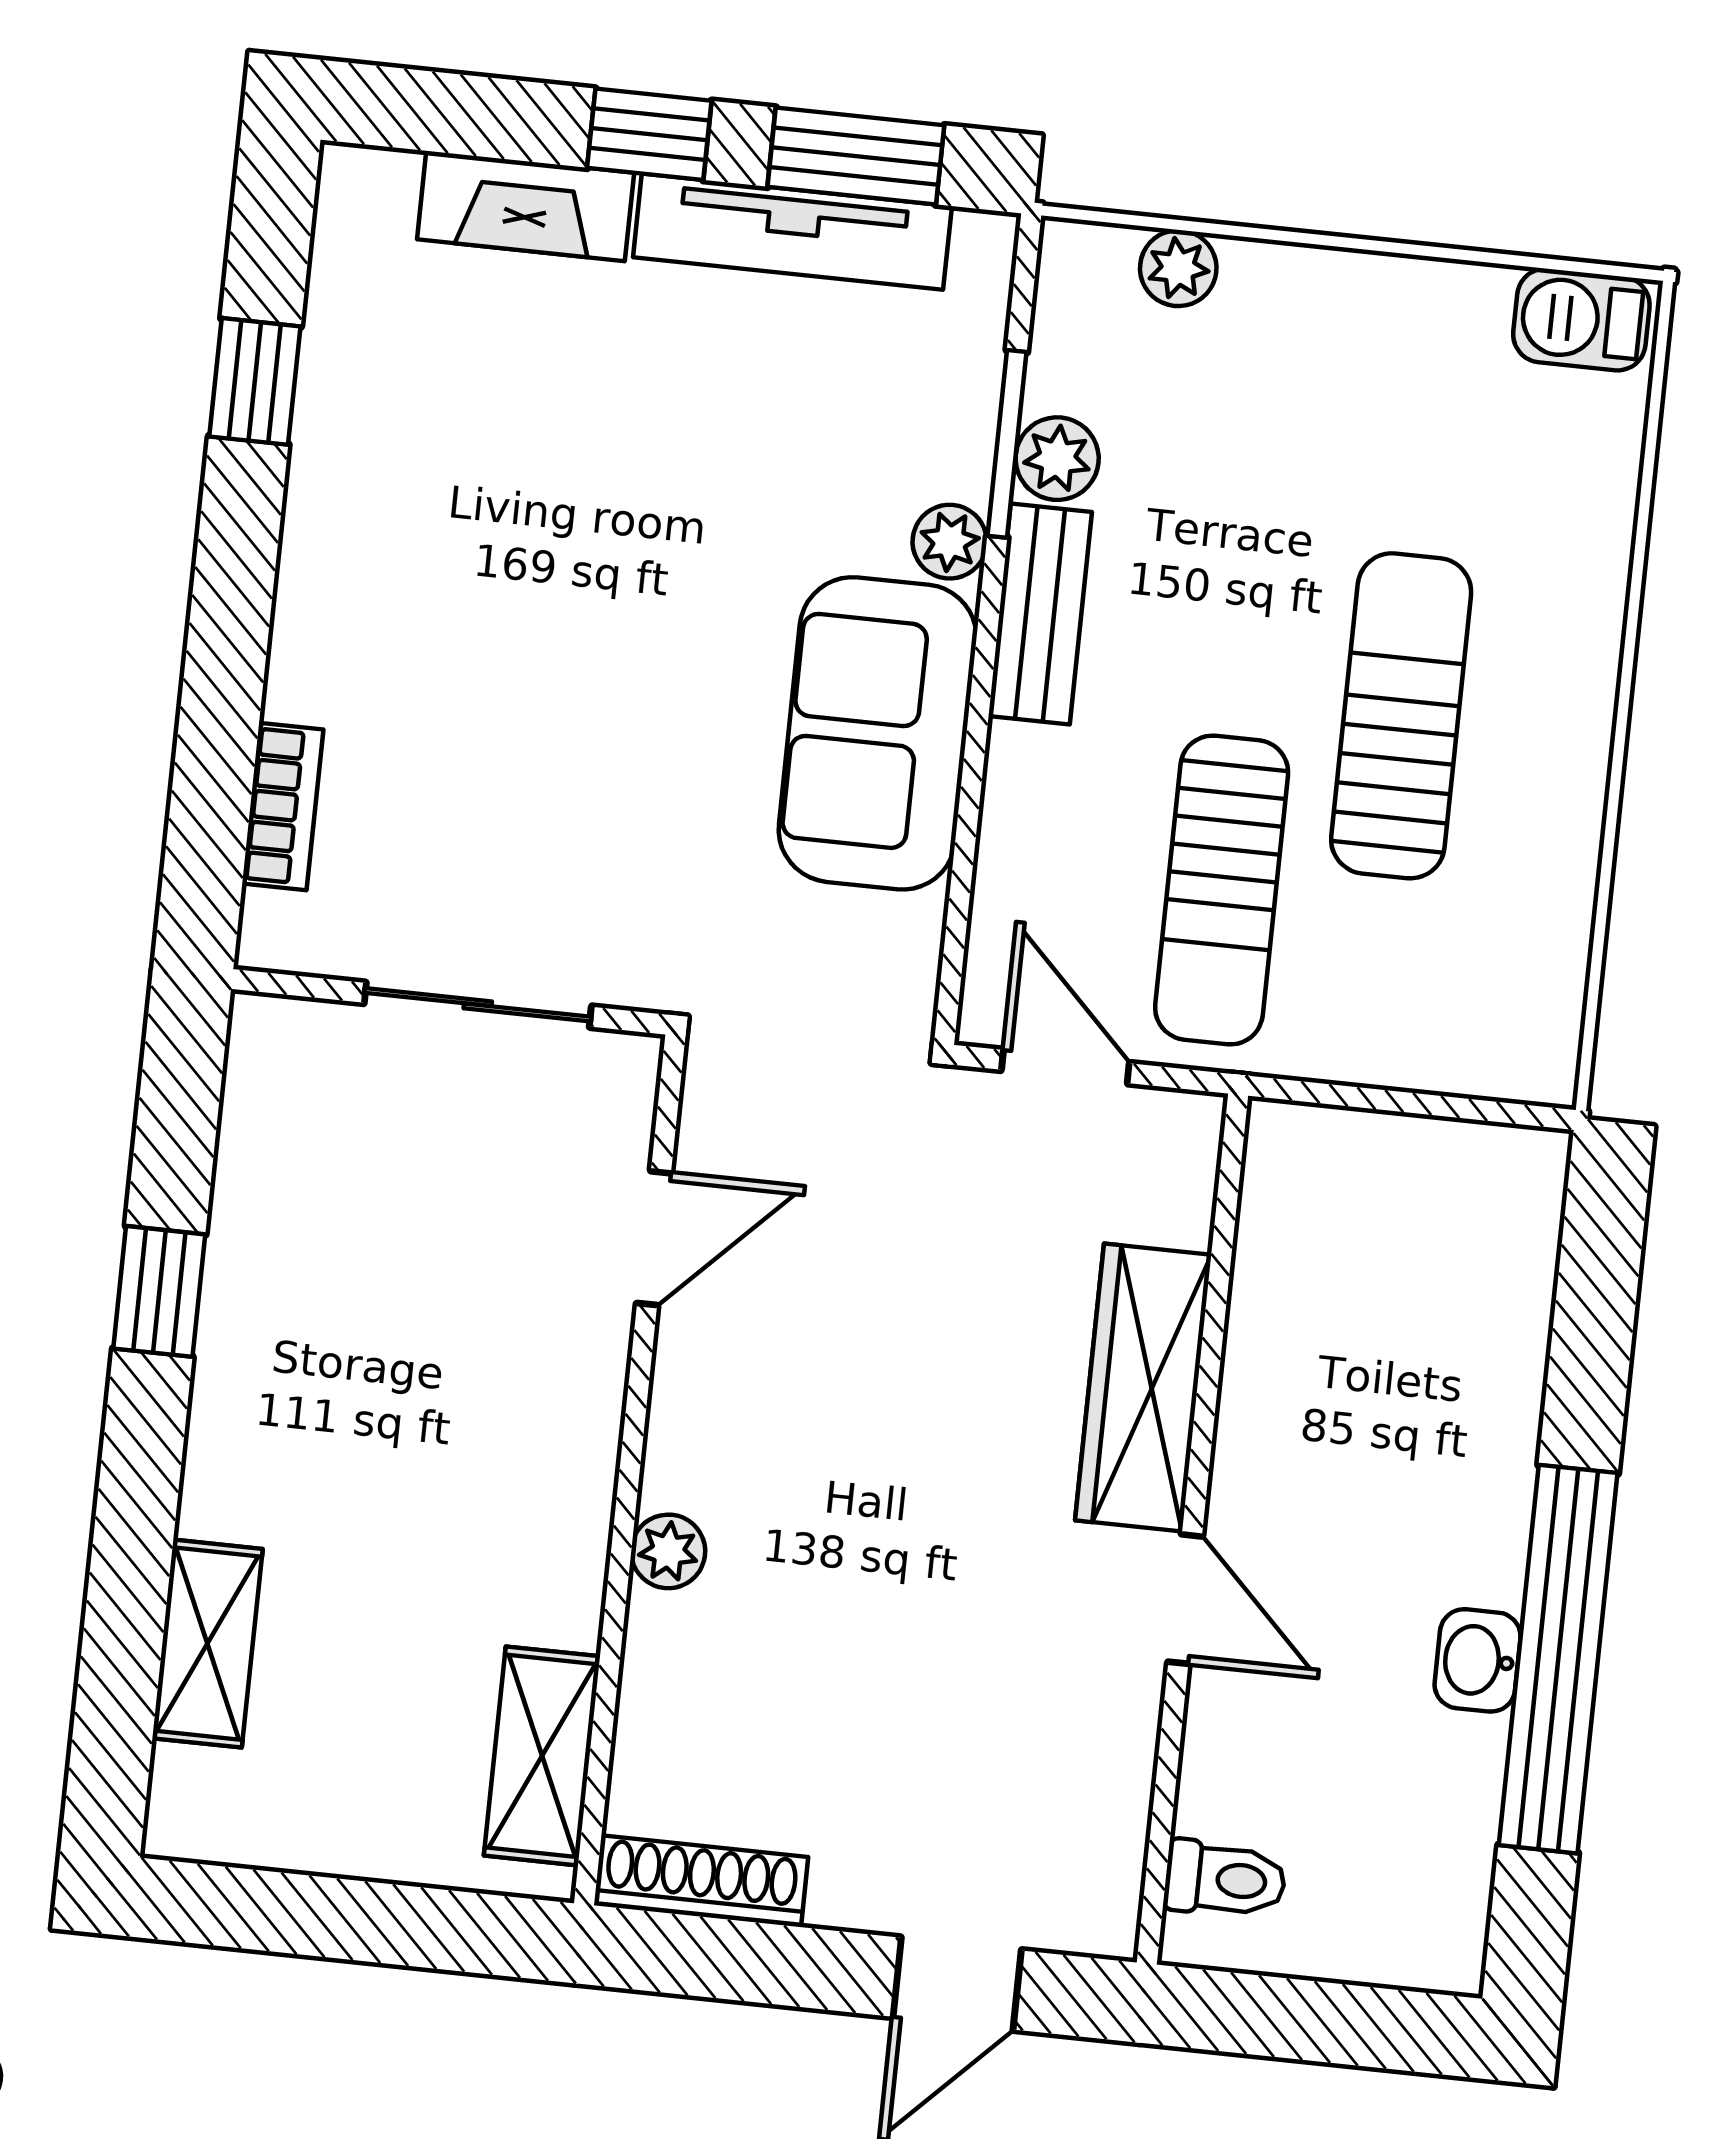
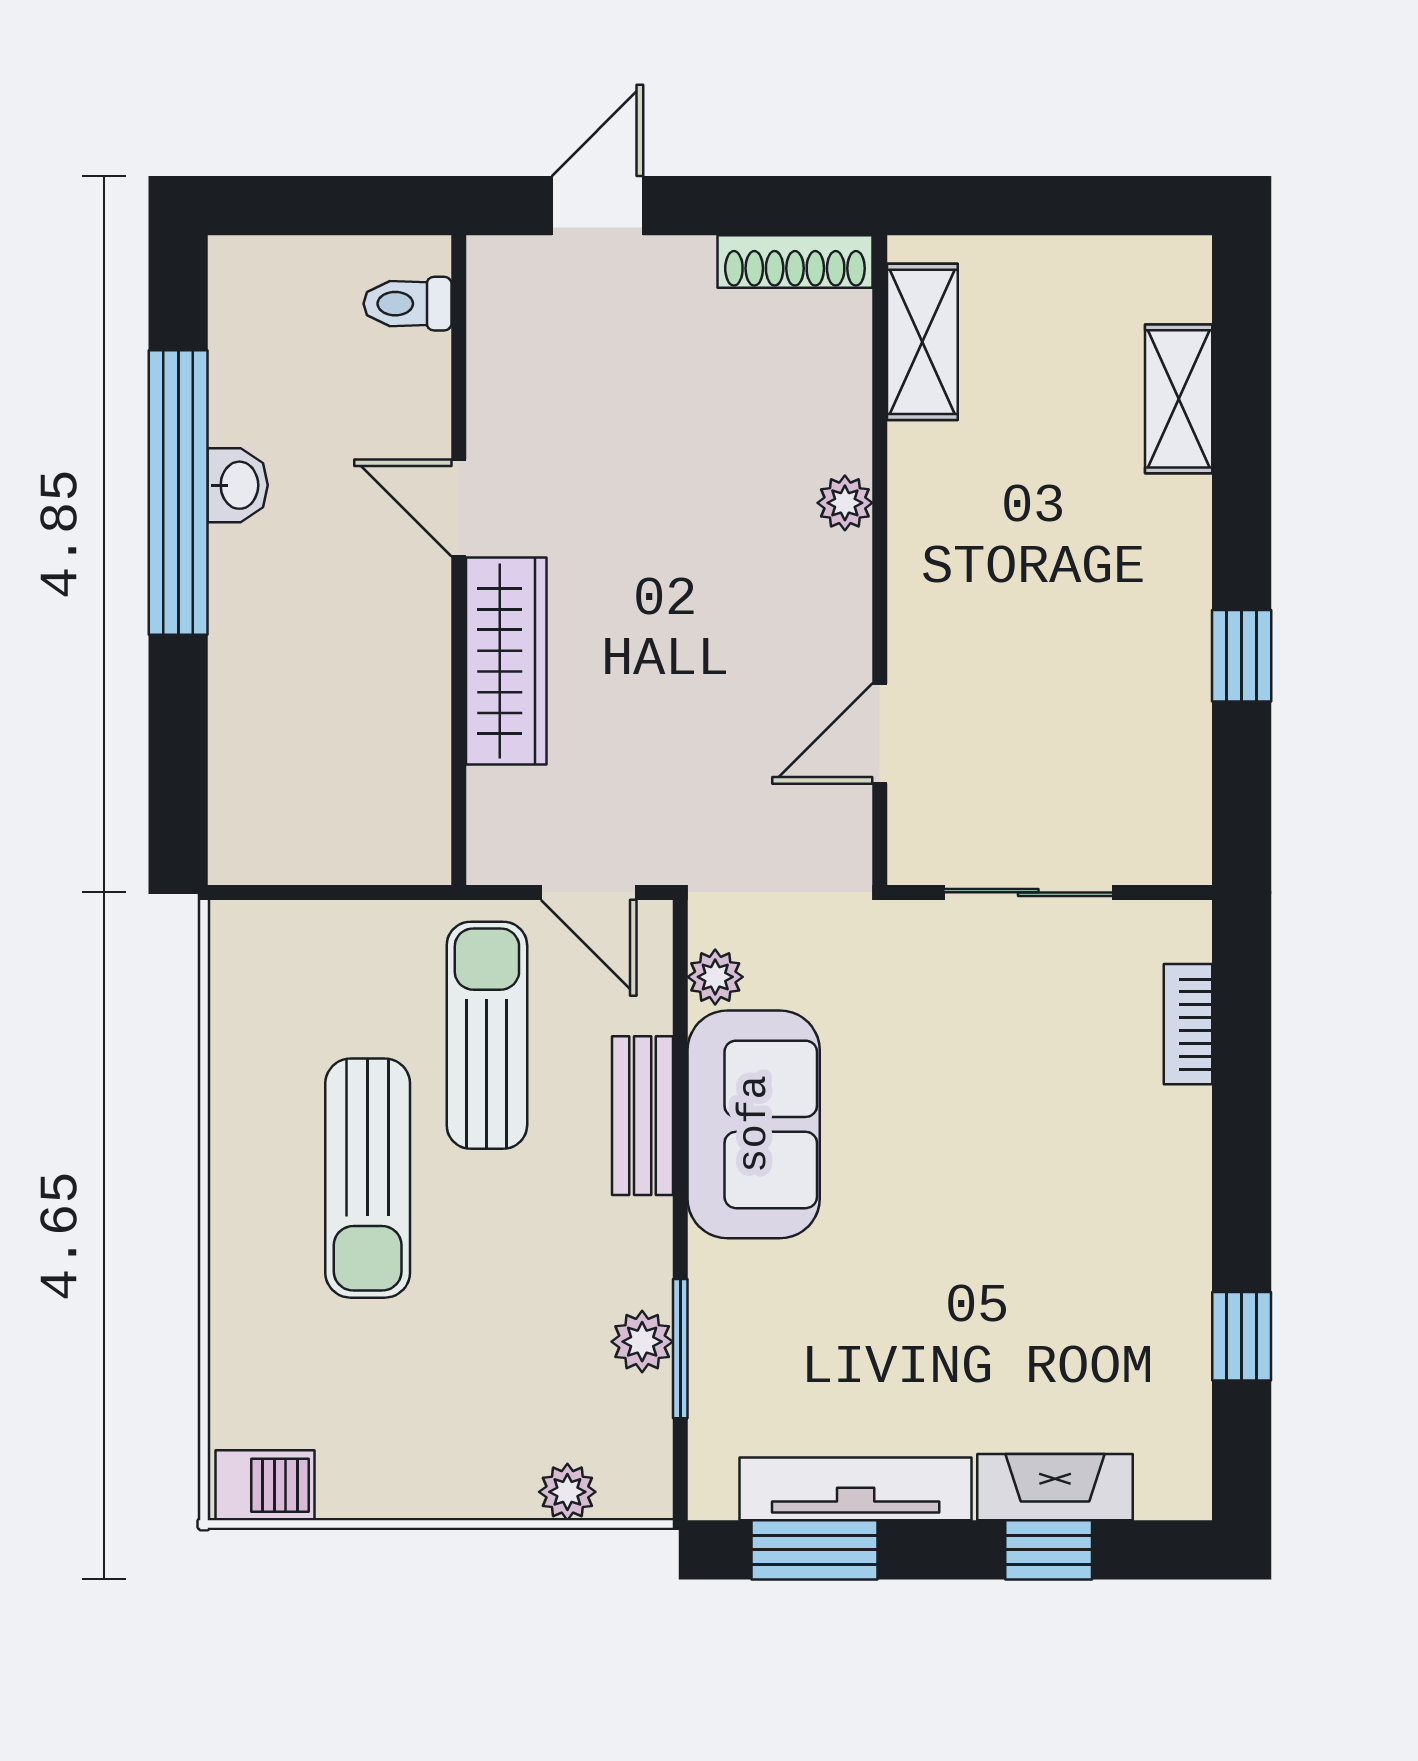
window: (649, 134) -> (1049, 1550), moved
plant: (950, 542) -> (715, 977), moved
bench: (1040, 614) -> (643, 1116), moved

